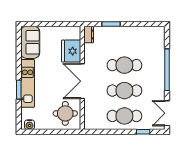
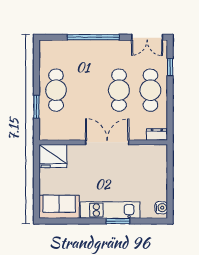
dresser: (89, 35) -> (157, 135), moved
fridge: (71, 51) -> (53, 156), moved
cafe table: (124, 65) -> (56, 90), moved
double door: (82, 81) -> (107, 142), swing flipped
round table: (65, 113) -> (147, 163), removed

